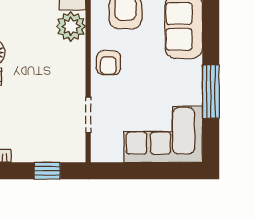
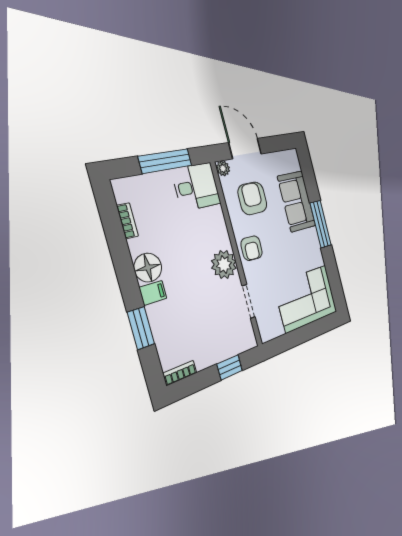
plant: (71, 26) -> (224, 265), moved
window: (211, 92) -> (321, 224), moved

